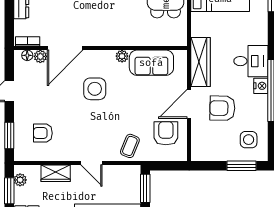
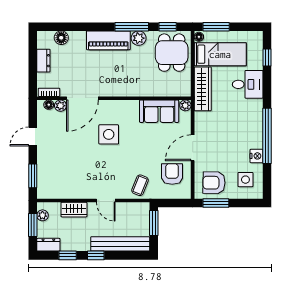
plant: (122, 56) -> (185, 105), moved
desk: (251, 61) -> (248, 84), moved
wardrobe: (201, 62) -> (203, 89), moved
nightstand: (261, 86) -> (256, 156), moved
armchair: (222, 108) -> (214, 183), moved
armchair: (43, 133) -> (63, 174), removed
window: (242, 166) -> (216, 203), moved

